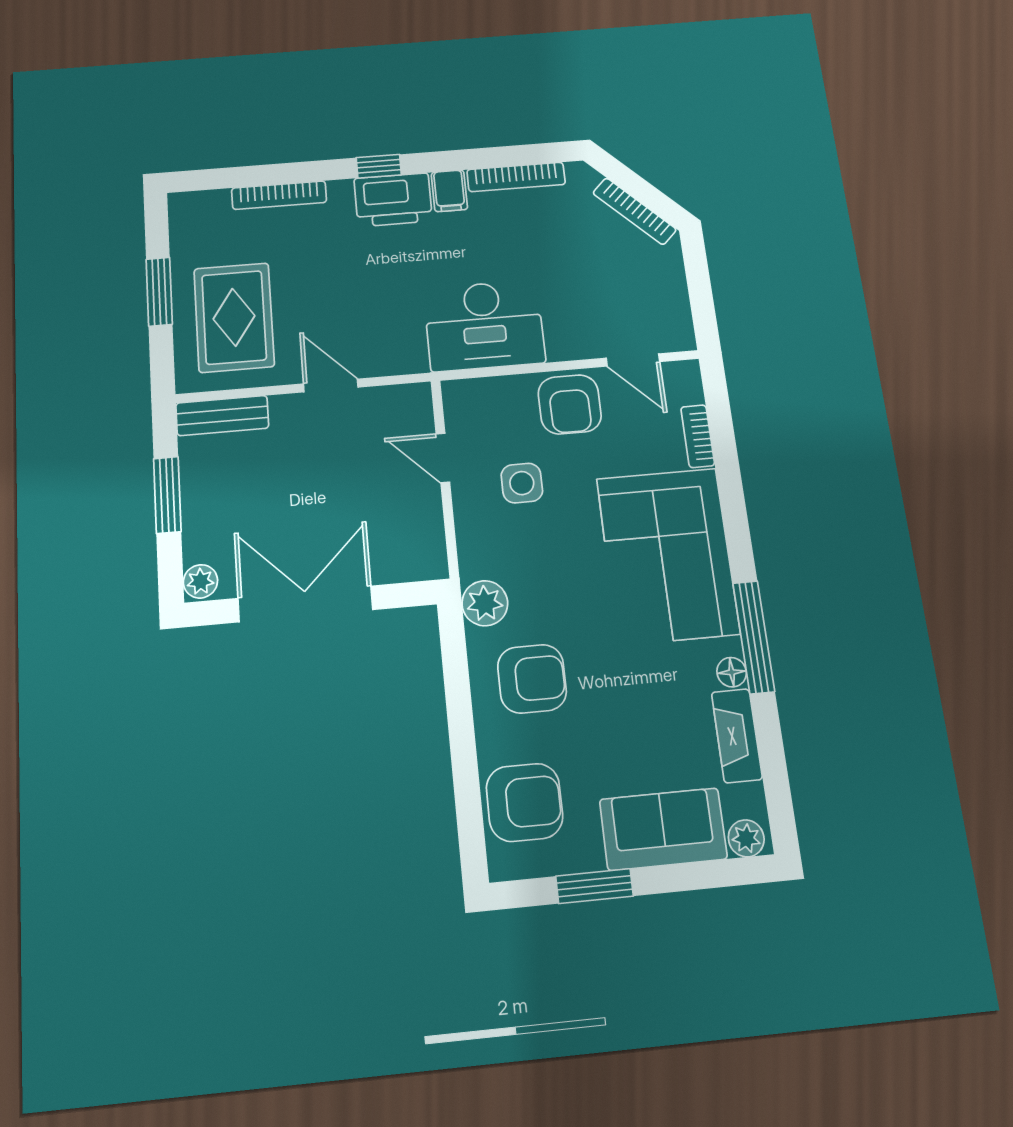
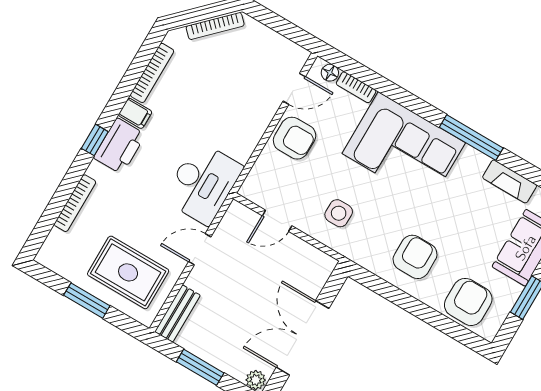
desk: (484, 325) -> (203, 183), moved
side table: (522, 483) -> (339, 213), moved
plant: (485, 603) -> (363, 253), removed
floor lamp: (732, 672) -> (330, 73), moved

